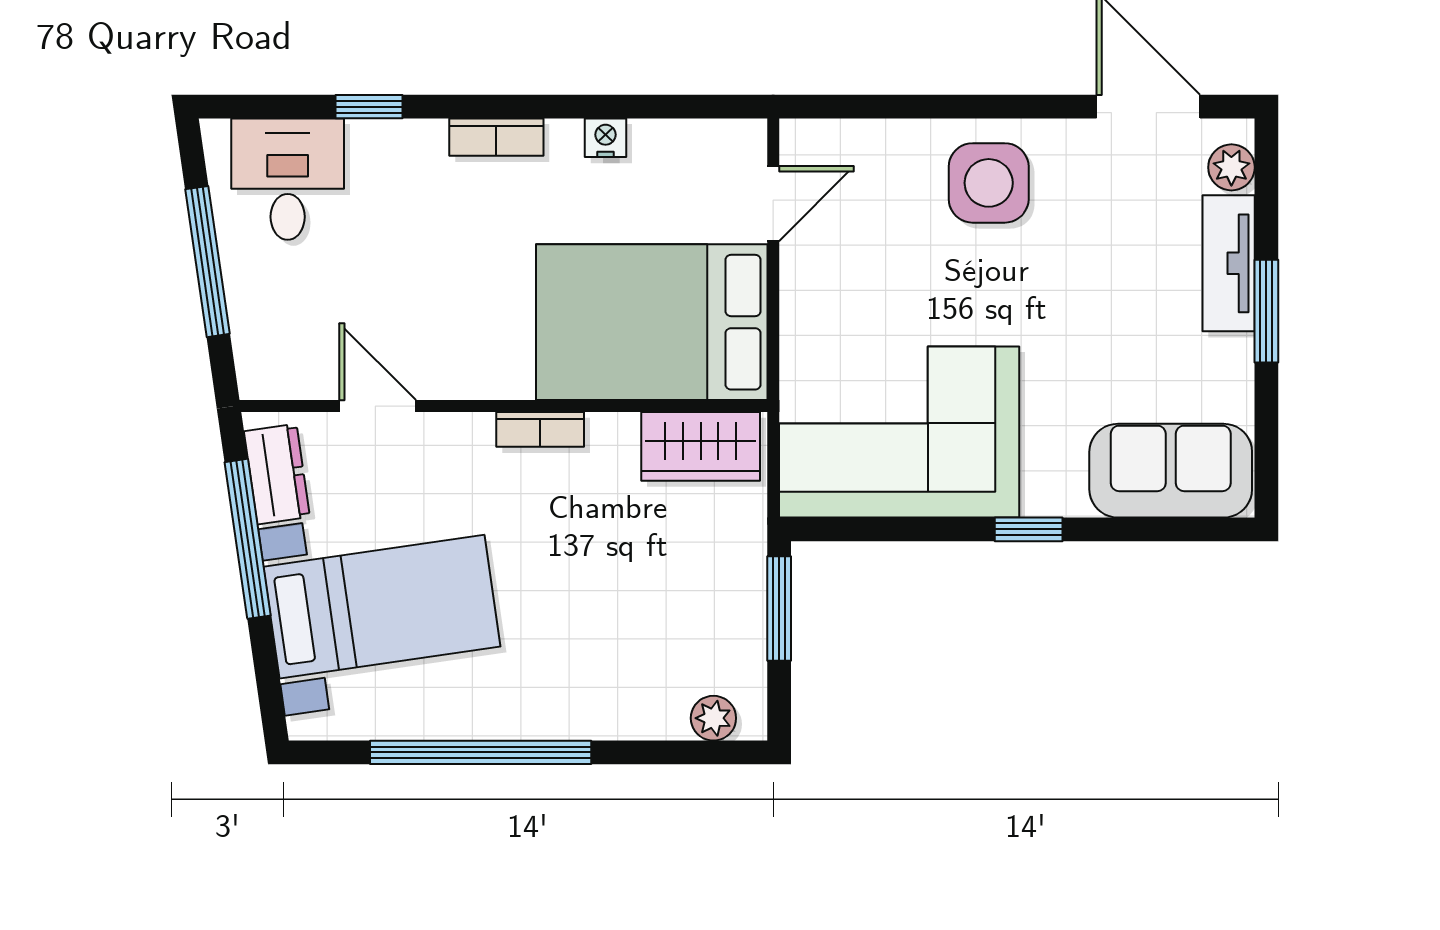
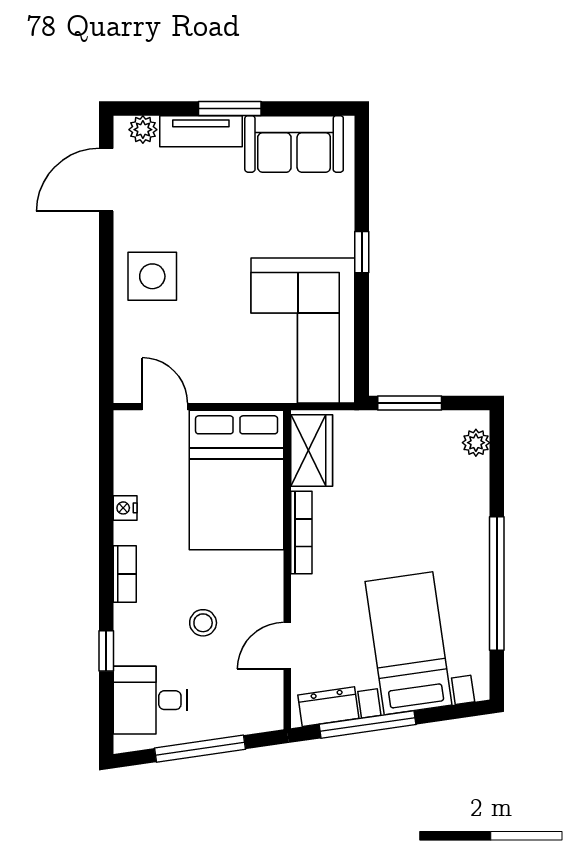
stool: (416, 267) -> (203, 623), added
bookcase: (540, 429) -> (301, 533), width x1.56
sofa: (1171, 471) -> (294, 144), moved, turned -90

